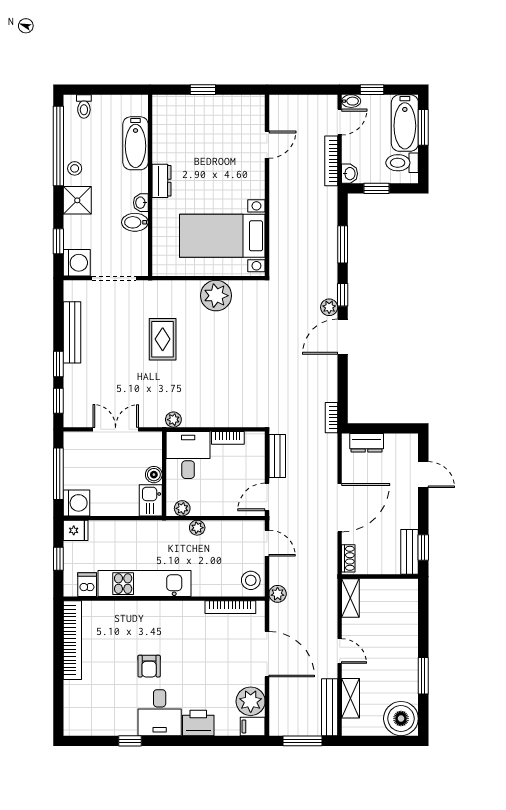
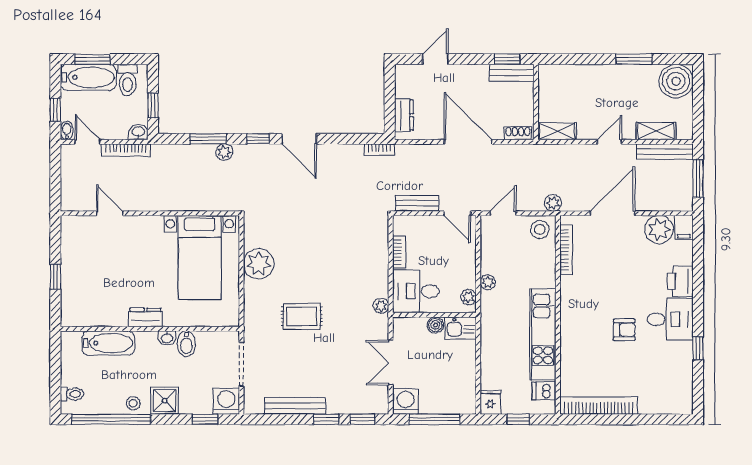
plant: (329, 307) -> (224, 152), moved
washing machine: (76, 503) -> (406, 401), moved

